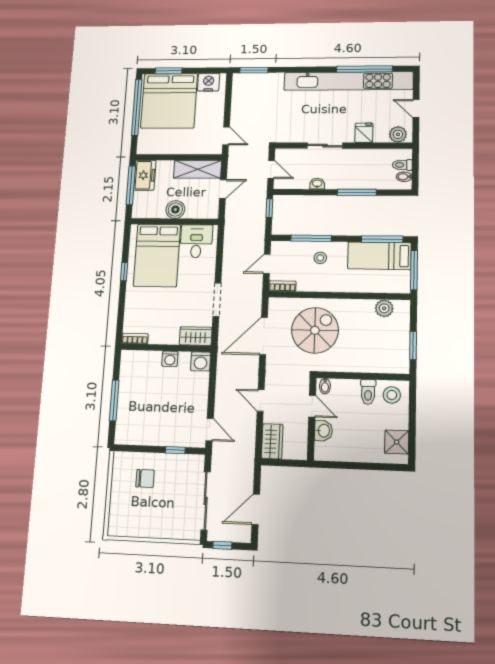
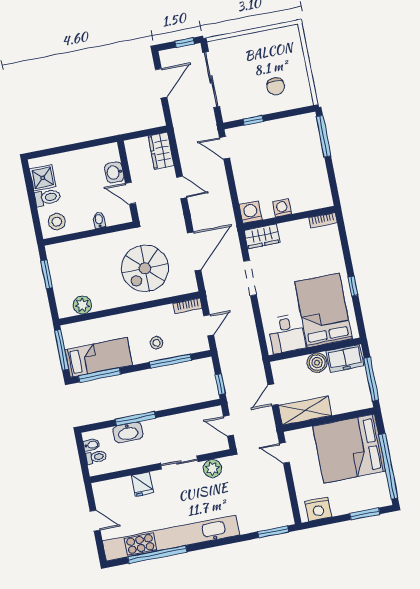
bed: (169, 101) -> (349, 449), moved, turned -90
plant: (398, 134) -> (212, 468), moved
freezer: (145, 175) -> (345, 358), moved, turned -90
washbasin: (317, 184) -> (128, 432), moved, width x1.91, depth x1.45
bidet: (325, 386) -> (99, 220), moved
toilet: (368, 392) -> (48, 197), moved, turned 90
window: (114, 400) -> (324, 136), moved
chair: (145, 478) -> (276, 86), turned -90

